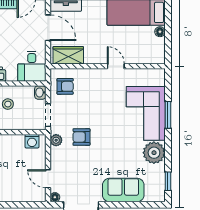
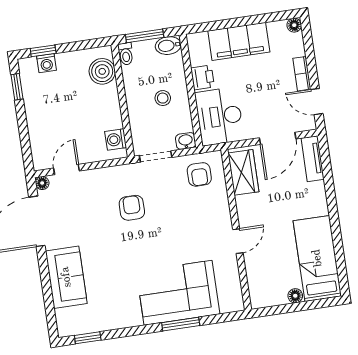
desk: (32, 66) -> (220, 116), width x1.37
plant: (56, 140) -> (122, 173), removed
plant: (154, 153) -> (125, 312), removed

